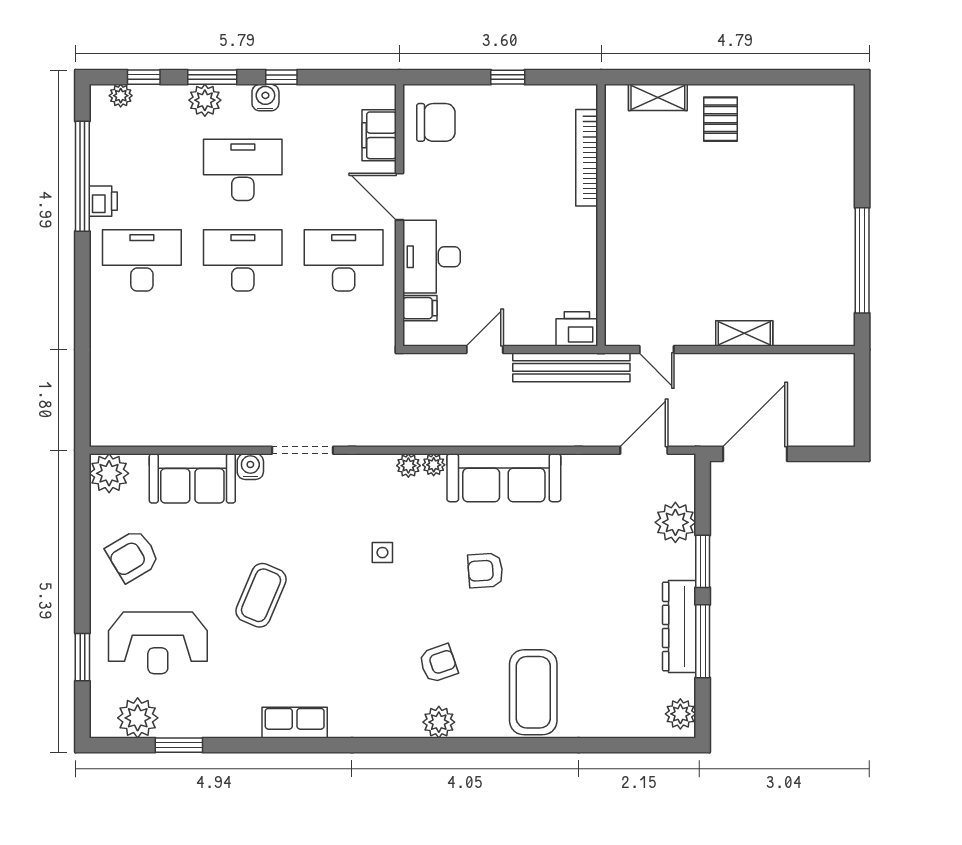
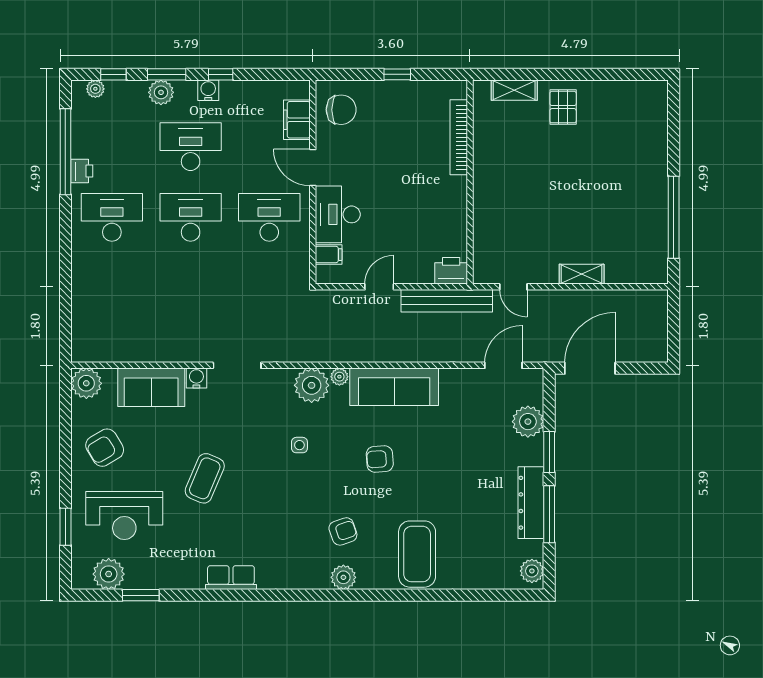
plant: (408, 466) -> (312, 385), width x1.87, depth x1.87

